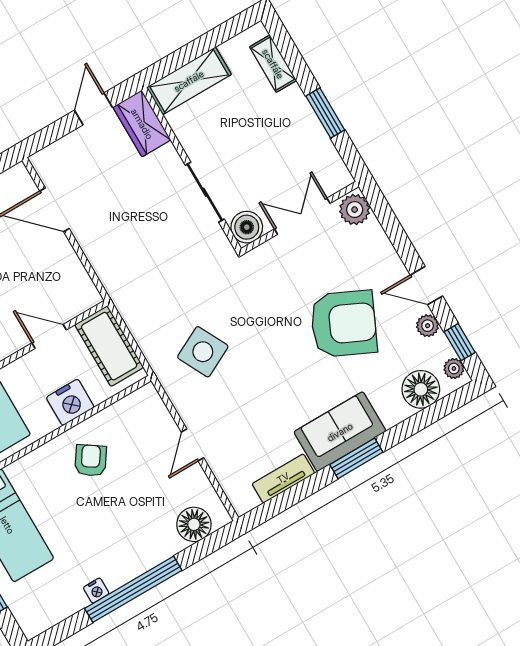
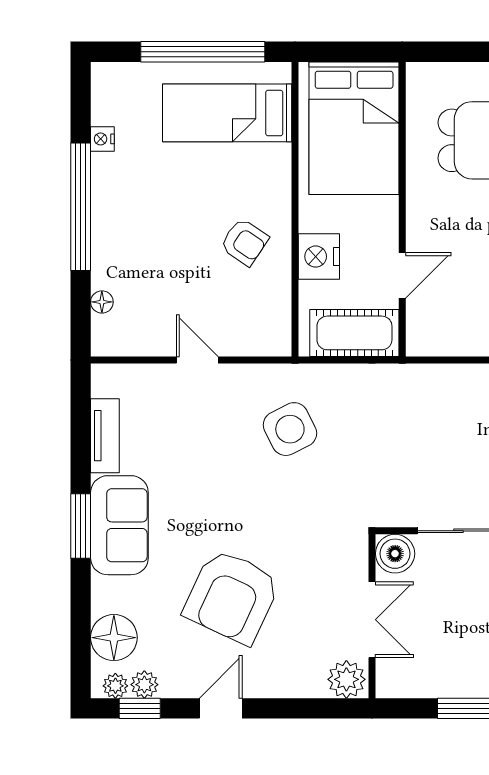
plant: (428, 326) -> (144, 685), moved
floor lamp: (194, 524) -> (102, 302), width x0.53, depth x0.53
nightstand: (96, 591) -> (102, 139), moved

